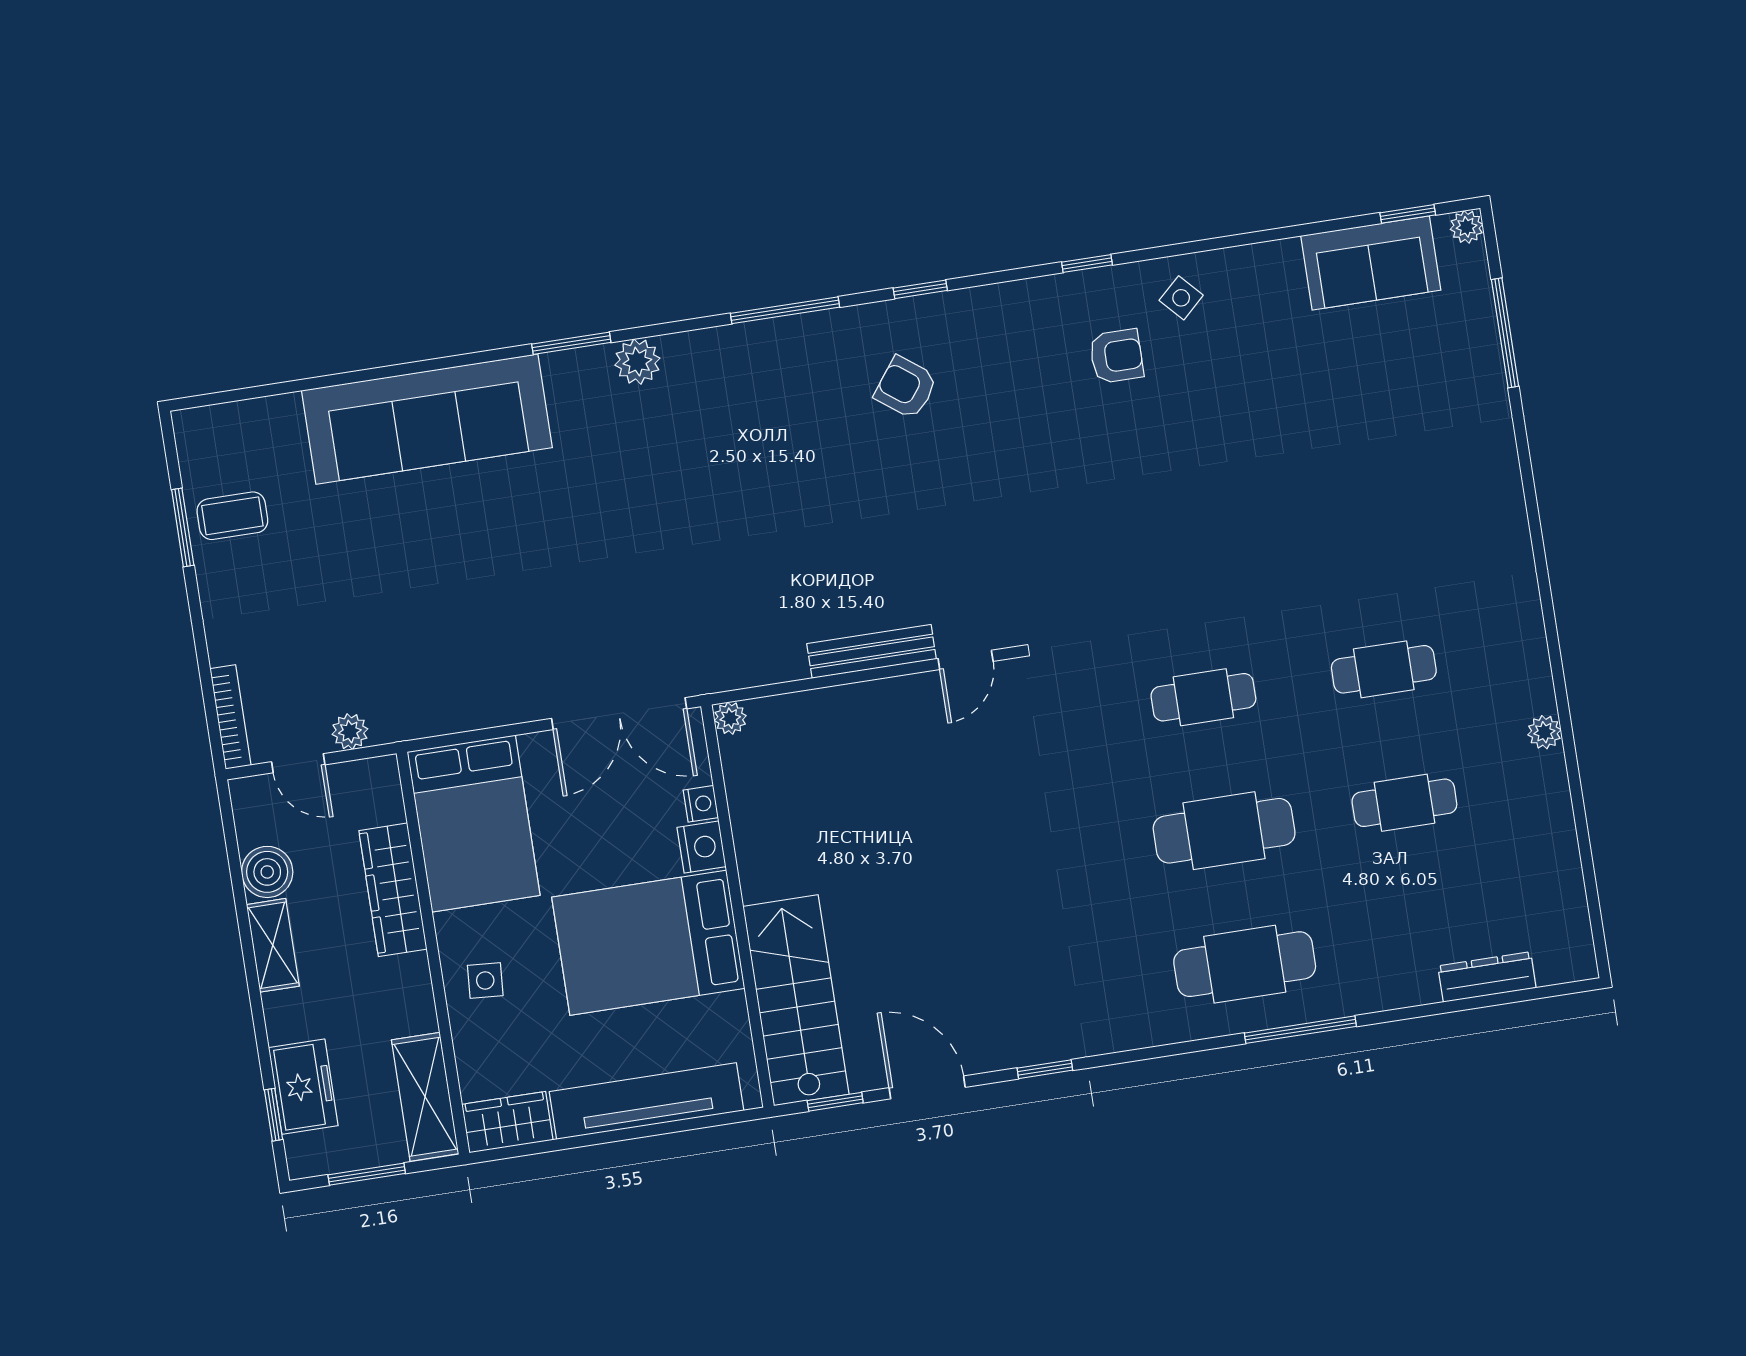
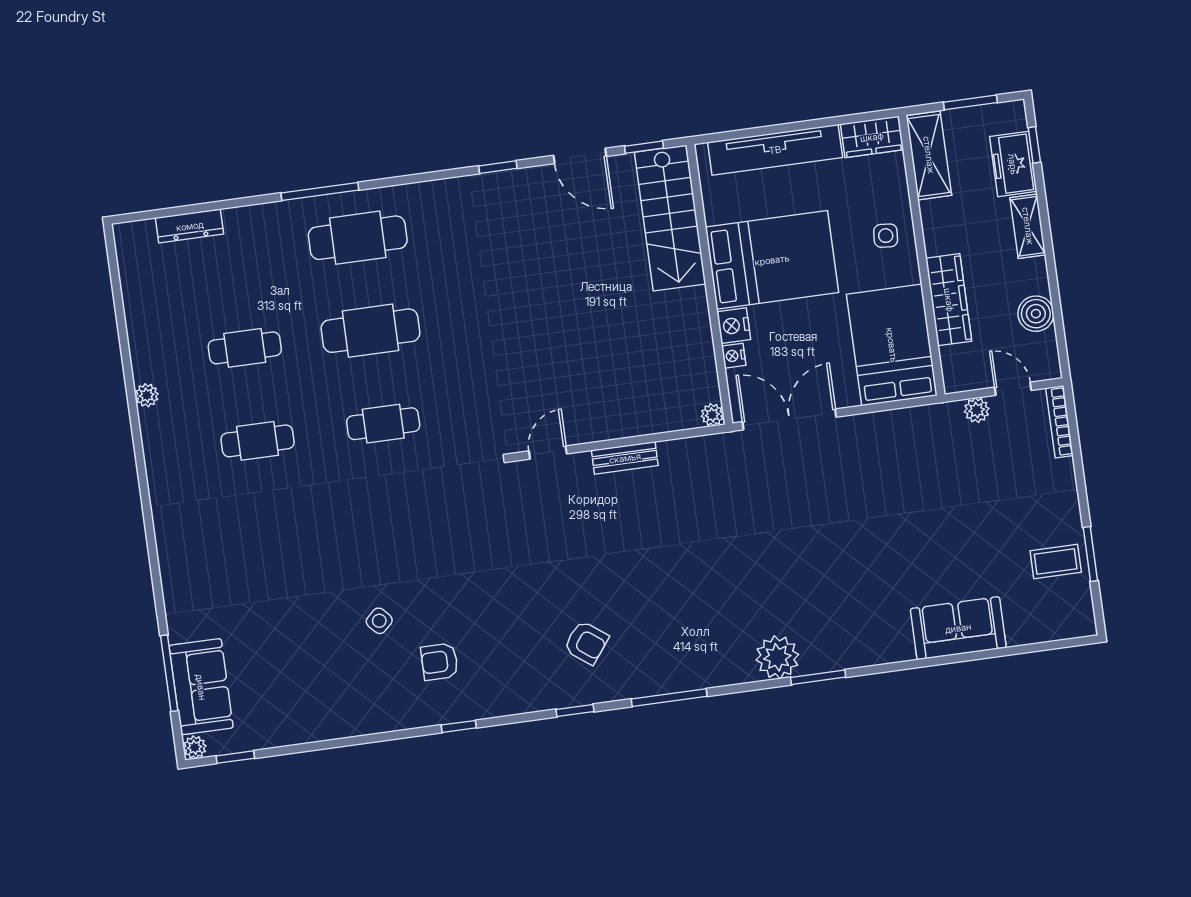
sofa: (1371, 263) -> (201, 687), moved, turned 90
side table: (1181, 298) -> (379, 621), moved
plant: (637, 362) -> (777, 657), width x1.36, depth x1.36
sofa: (427, 419) -> (958, 628), width x0.54, depth x0.79
bench: (872, 651) -> (625, 458), width x0.73
shelving: (273, 945) -> (1028, 226), moved

